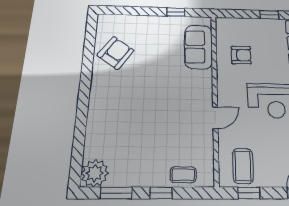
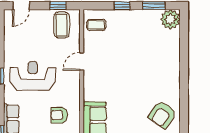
coffee table: (183, 175) -> (96, 25), moved

